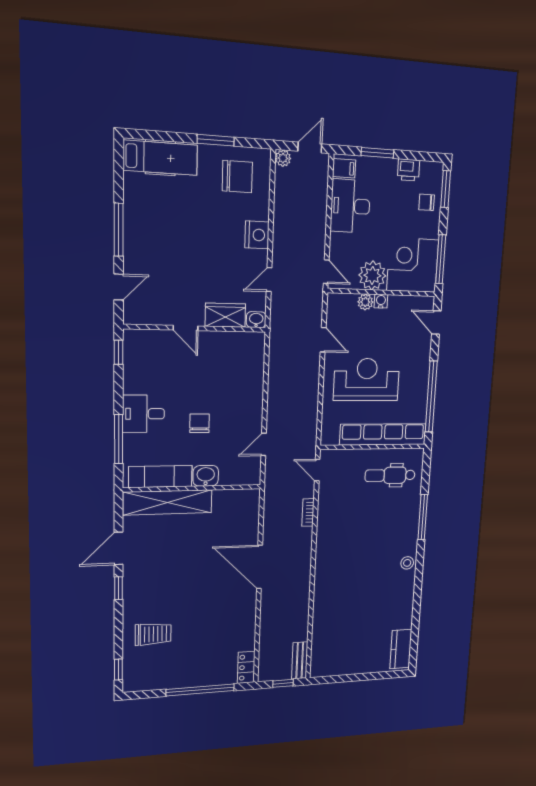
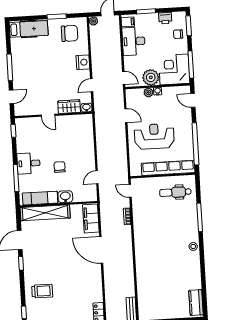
filing cabinet: (247, 514) -> (91, 218), added

